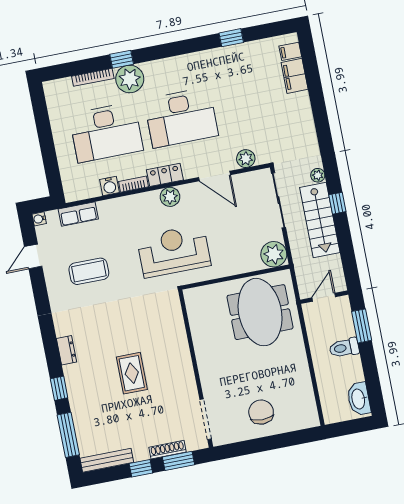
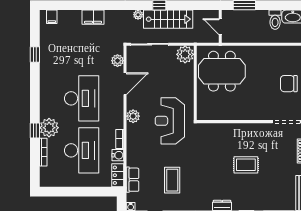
filing cabinet: (295, 76) -> (93, 17), moved
locker: (165, 175) -> (118, 175), moved
toilet: (344, 348) -> (275, 20), moved

